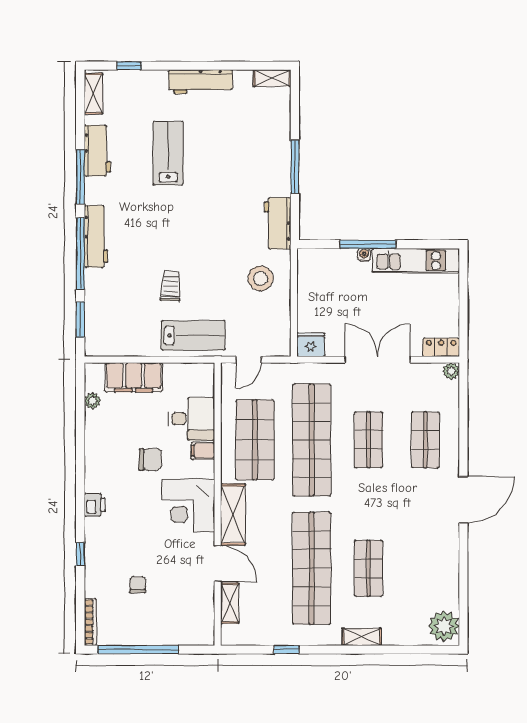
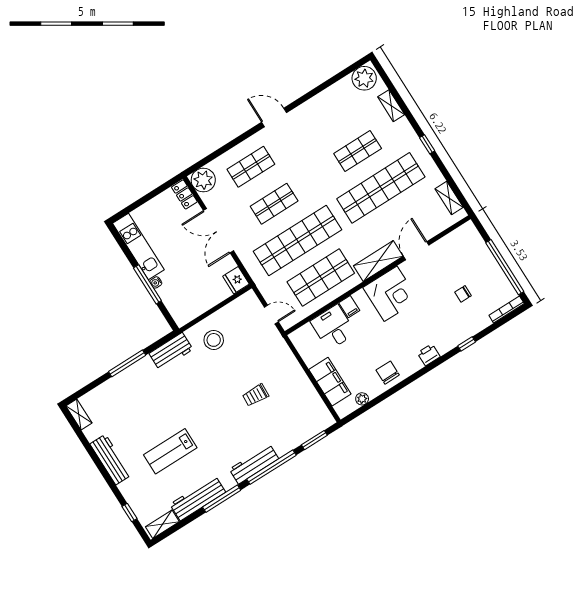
workbench: (97, 151) -> (198, 498), width x1.38
lab bench: (193, 335) -> (278, 360), removed
plant: (451, 371) -> (203, 180), width x1.88, depth x1.88
chair: (150, 459) -> (388, 373), moved
door: (463, 500) -> (274, 117), width x0.73
shelving: (230, 603) -> (449, 198), moved, turned 90
shelving: (362, 637) -> (391, 106), moved
window: (287, 650) -> (427, 144), moved

